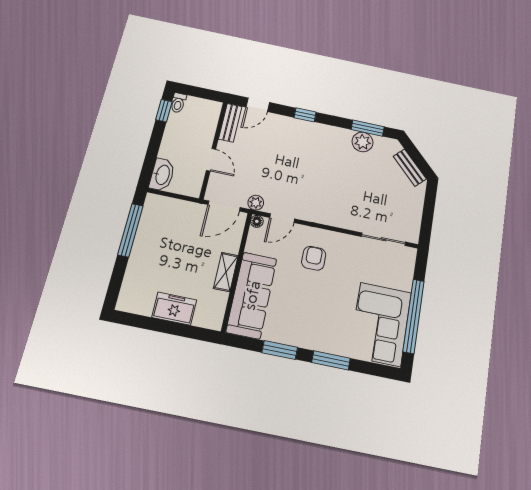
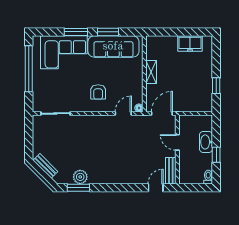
window: (164, 111) -> (216, 155), moved
window: (305, 115) -> (122, 188), removed
washbasin: (162, 175) -> (206, 142), moved
plant: (256, 203) -> (142, 120), removed
window: (130, 230) -> (216, 86), width x0.46
sofa: (252, 295) -> (113, 46), moved, turned -90
freezer: (174, 309) -> (190, 44), moved
corner sofa: (380, 324) -> (64, 52), moved, turned 90

